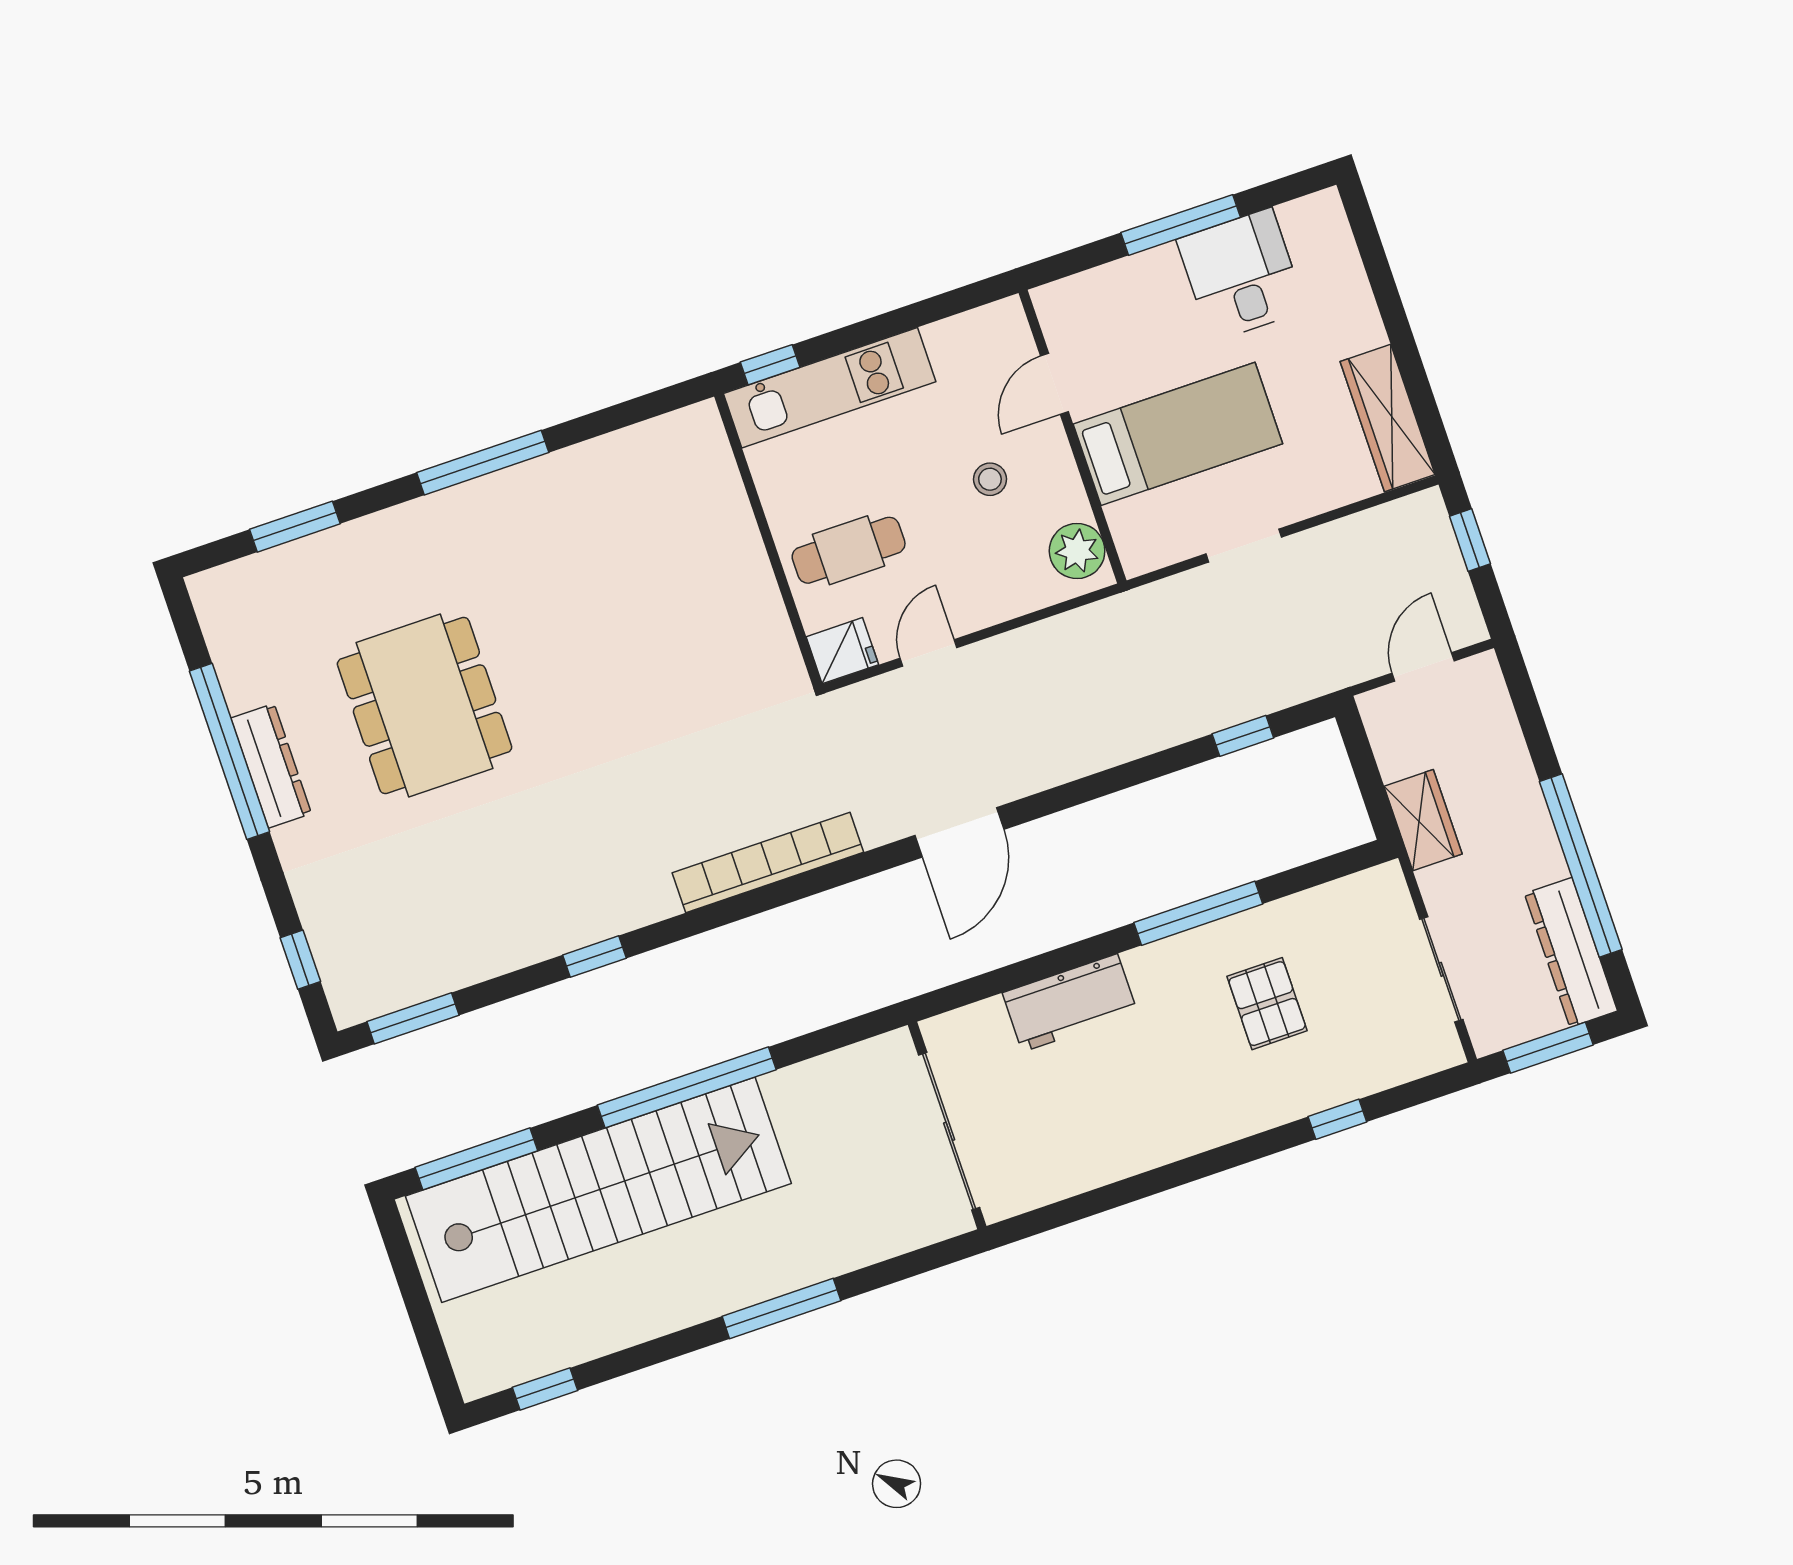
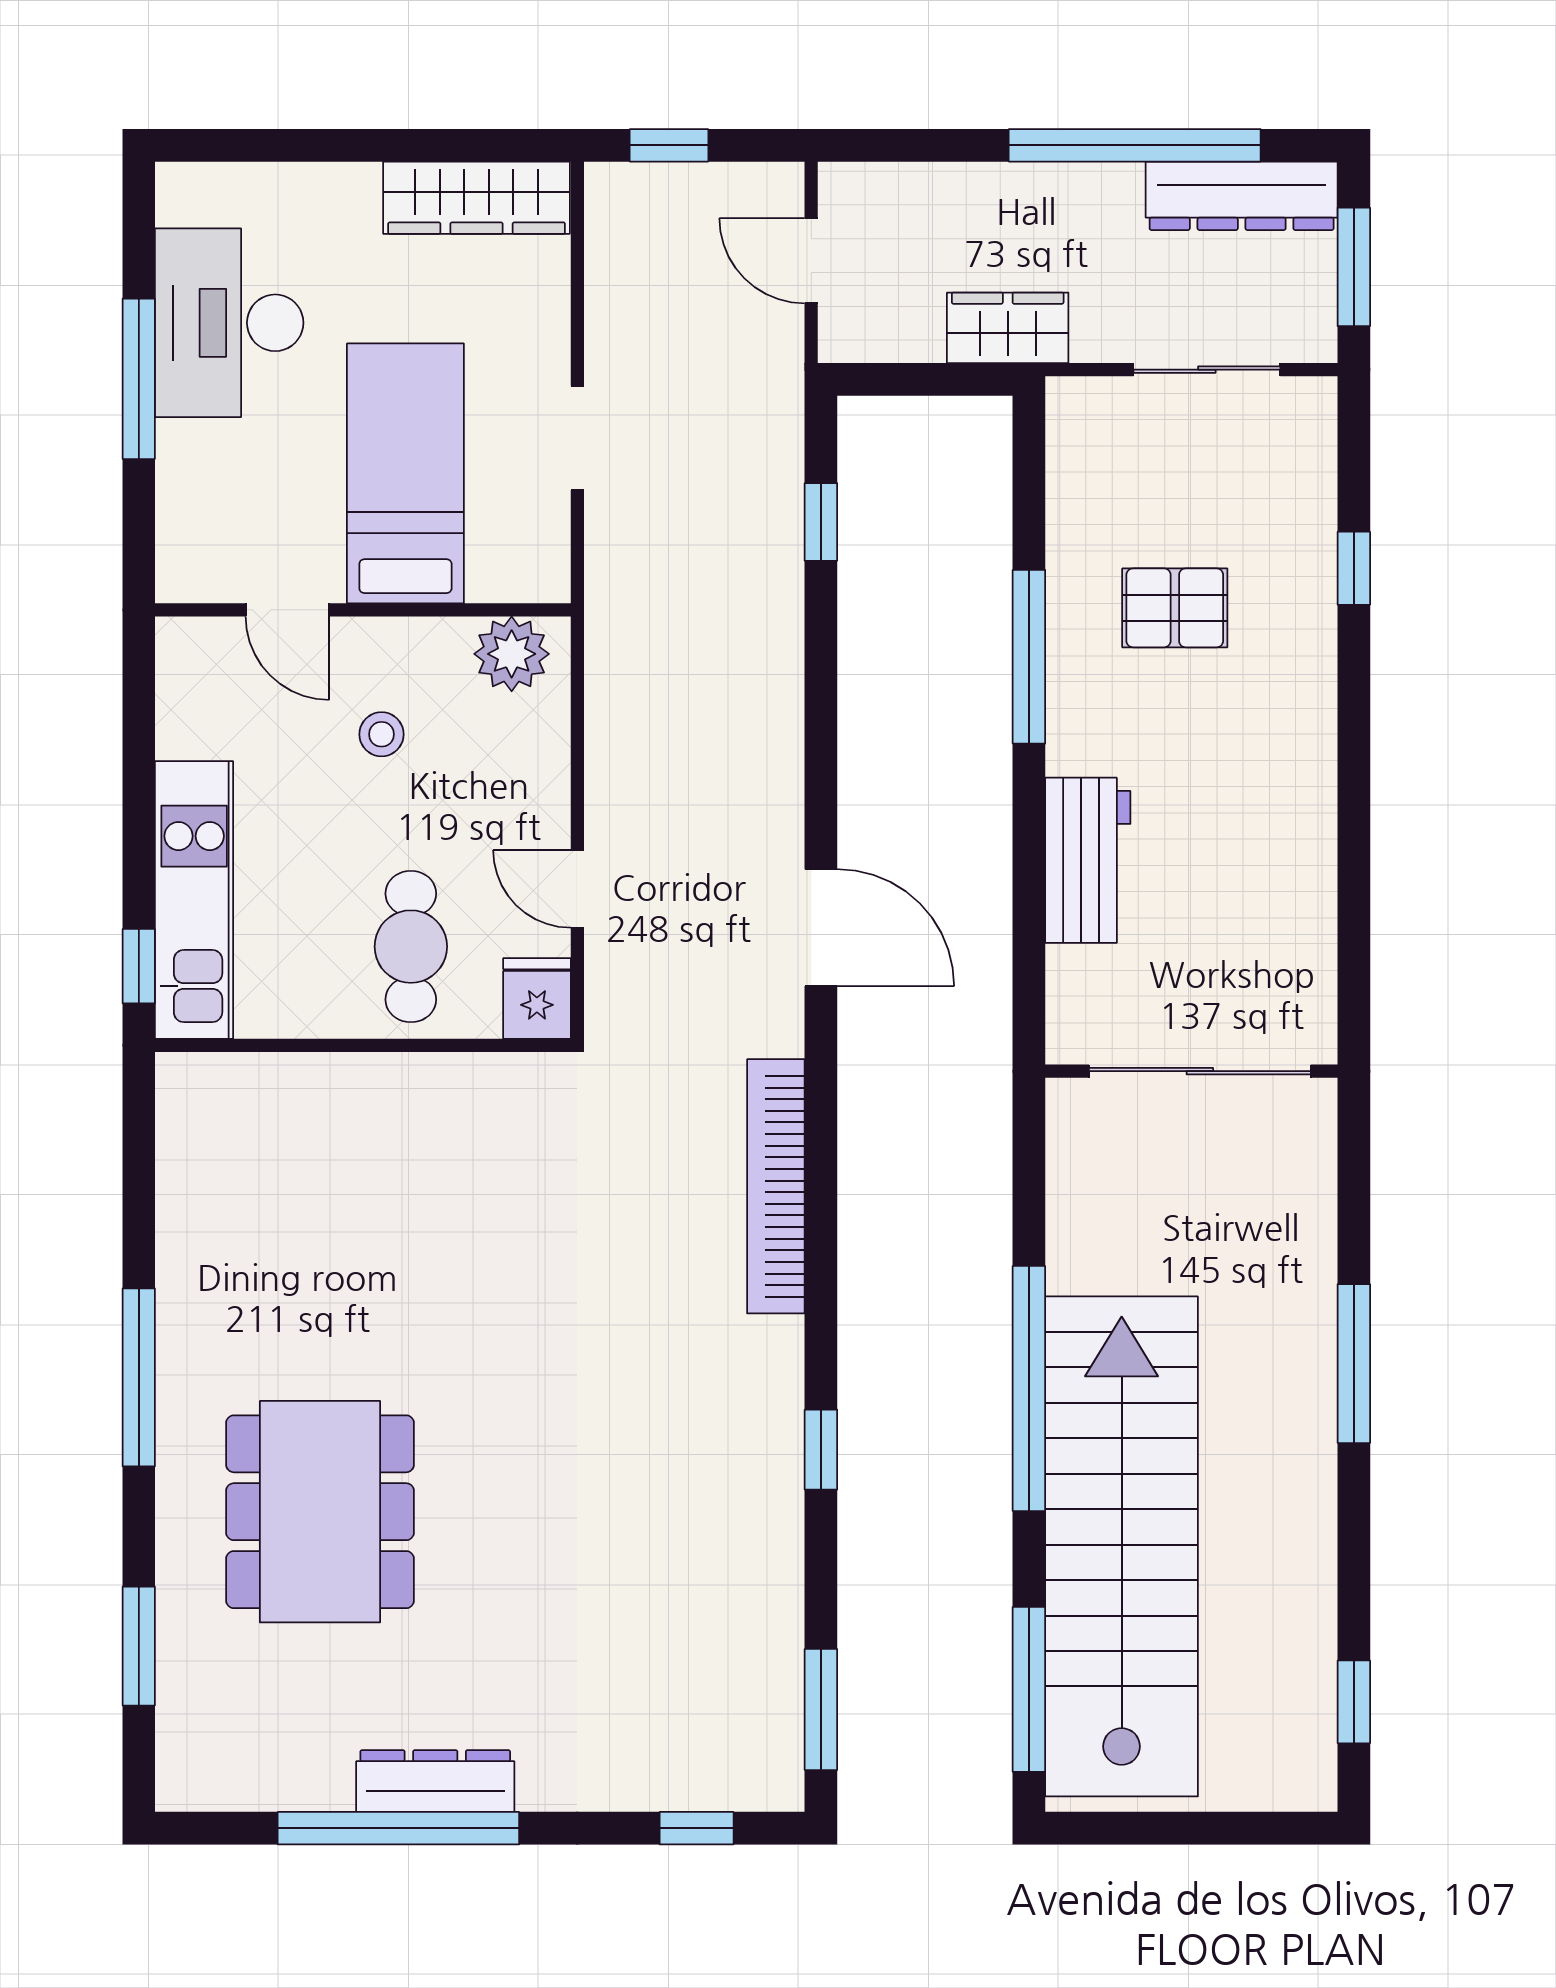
desk: (1241, 275) -> (229, 323), width x1.37
dining table: (424, 706) -> (320, 1512), moved, turned 90

